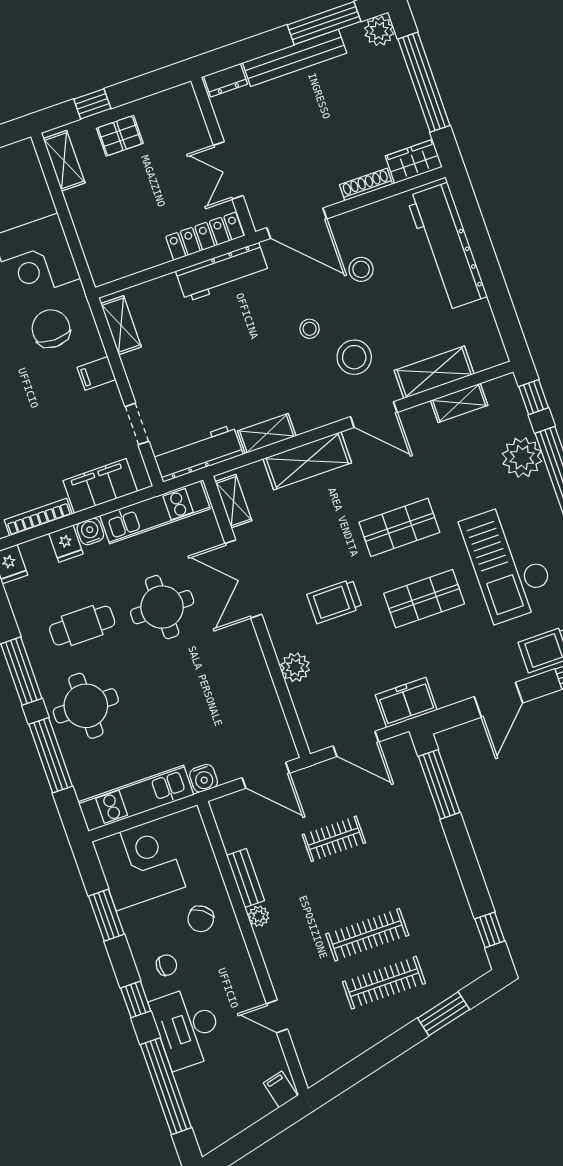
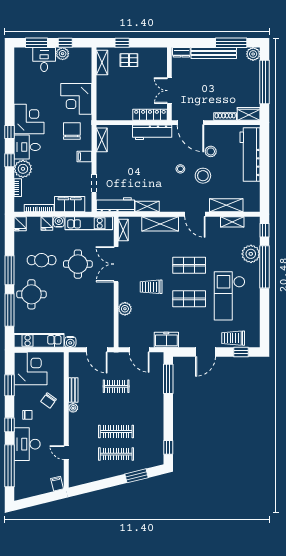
stool: (354, 357) -> (203, 176), moved

